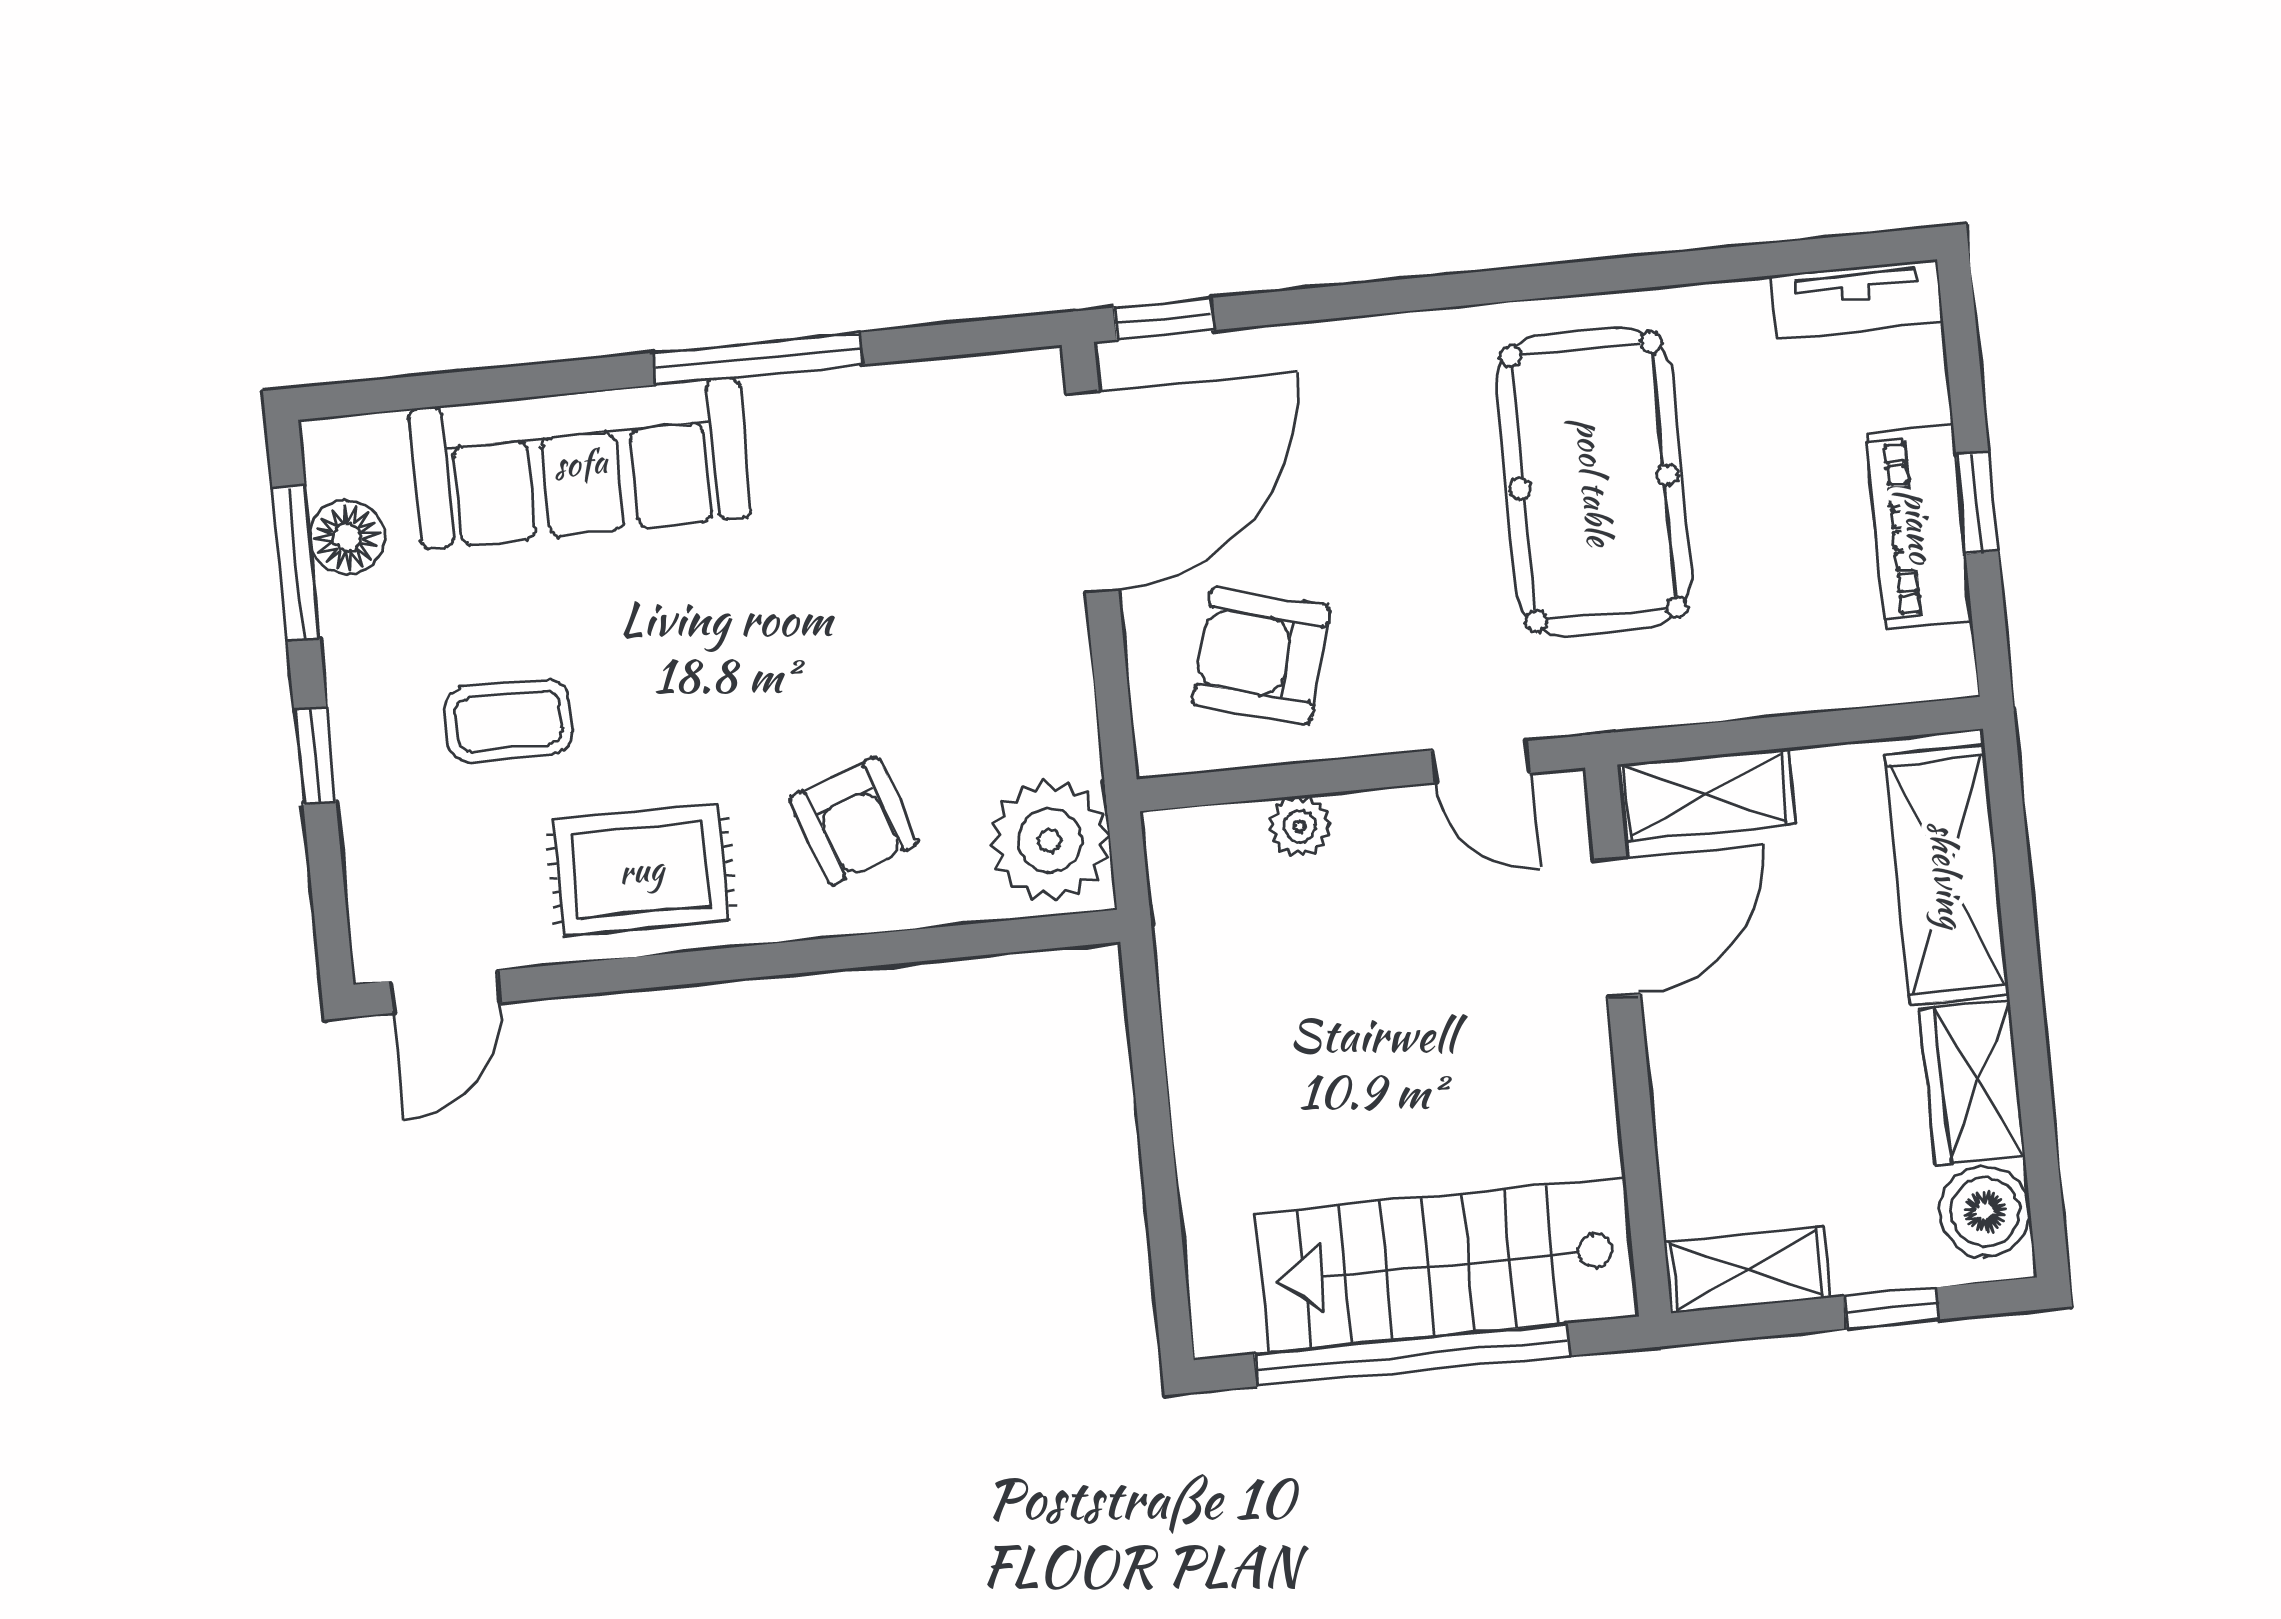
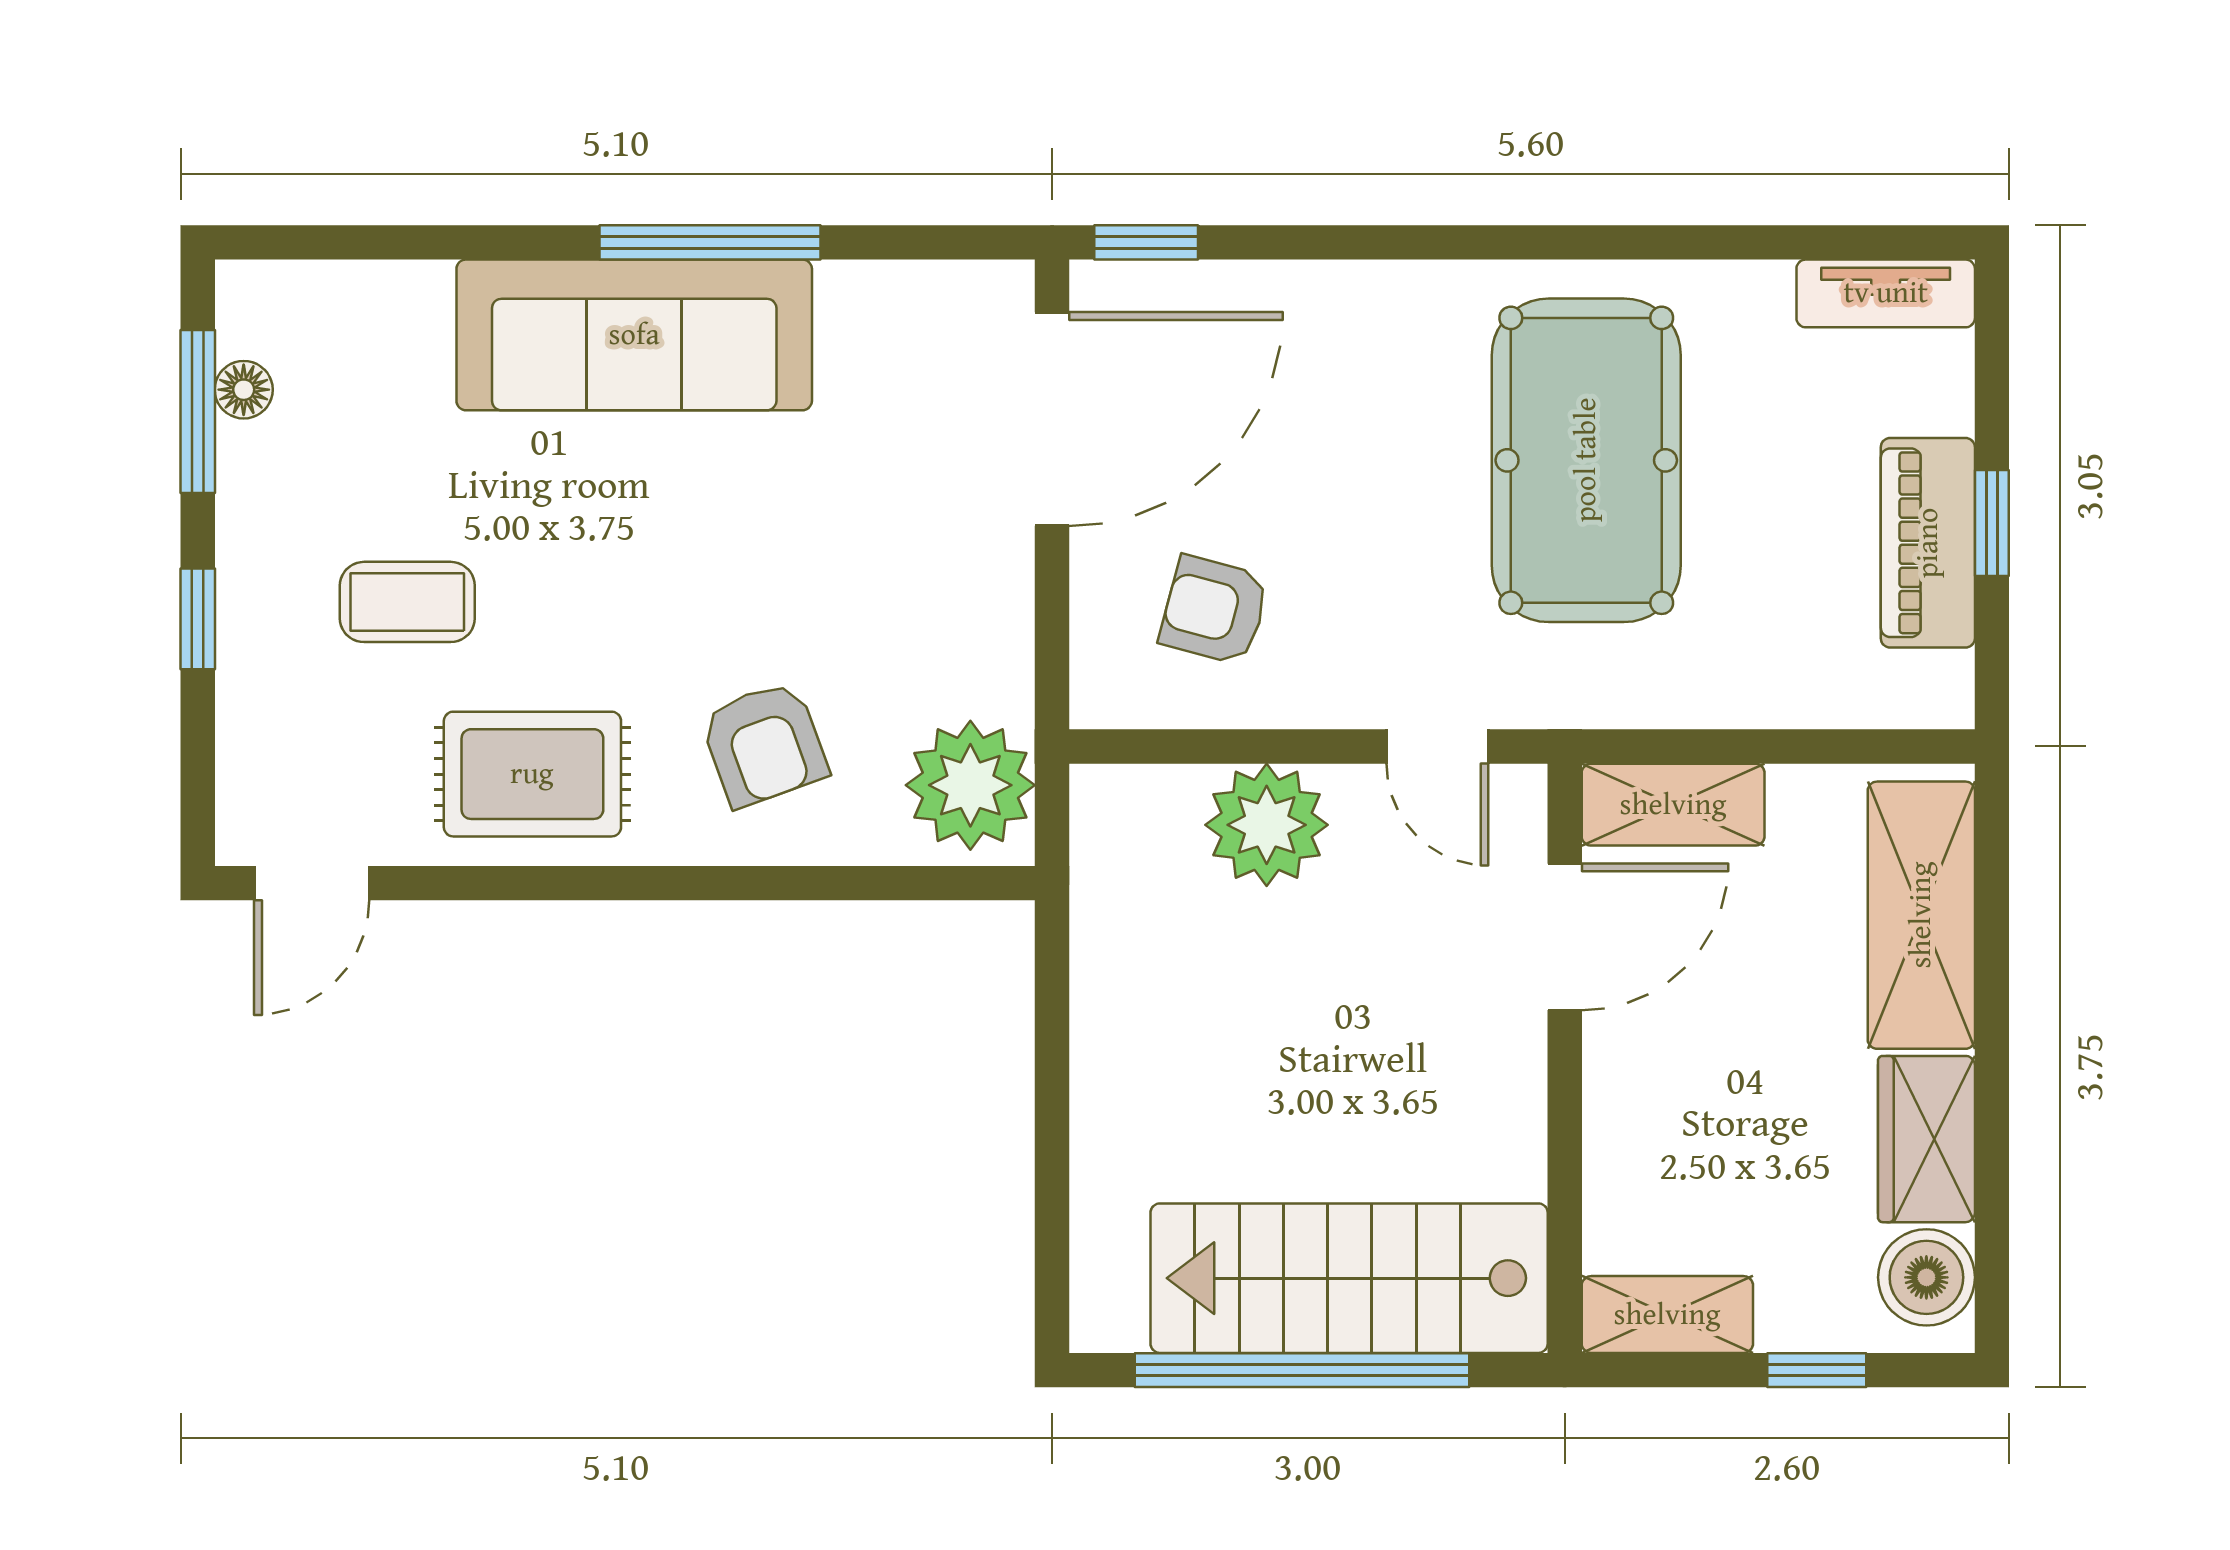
sofa: (580, 463) -> (634, 335), moved
floor lamp: (347, 538) -> (244, 390), width x0.73, depth x0.73
armchair: (1261, 655) -> (1214, 610), width x0.72, depth x0.72
plant: (1300, 826) -> (1267, 825), width x1.88, depth x1.88

